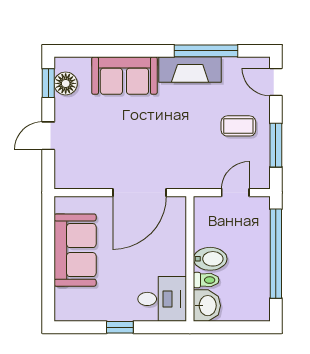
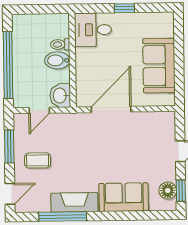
door: (276, 82) -> (10, 194), hinge flipped
washbasin: (207, 306) -> (60, 96), moved

